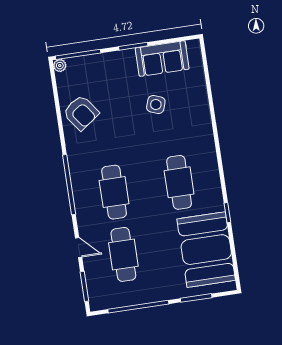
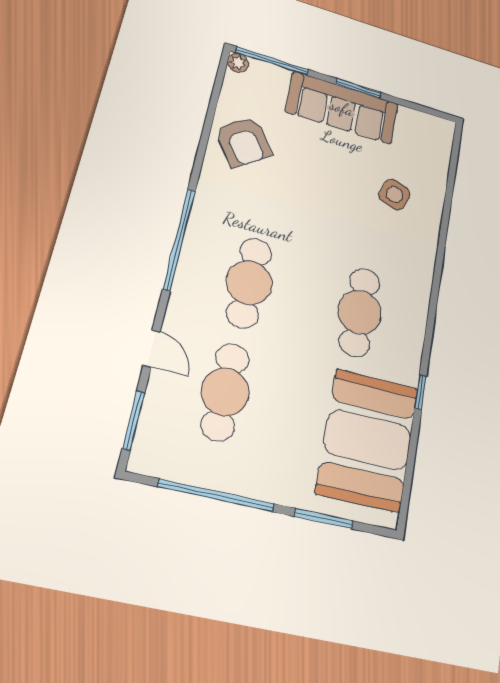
sofa: (162, 59) -> (342, 108), moved, width x1.36
side table: (156, 105) -> (395, 194), moved

